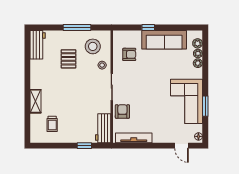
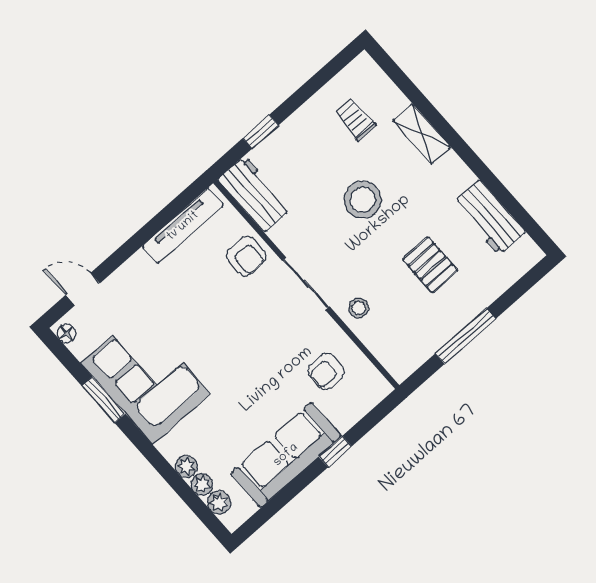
workbench: (38, 45) -> (489, 218), moved
stool: (93, 46) -> (363, 200), moved

